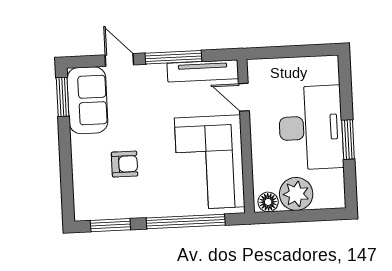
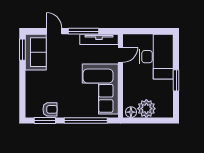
door: (244, 97) -> (121, 55), swing flipped
desk: (311, 128) -> (156, 57), moved
armchair: (125, 164) -> (50, 109), moved

